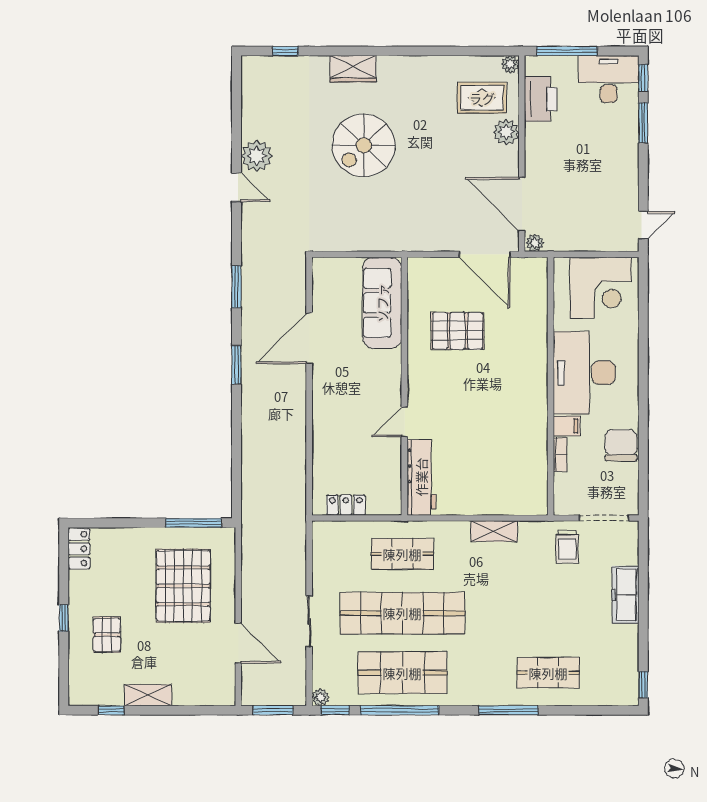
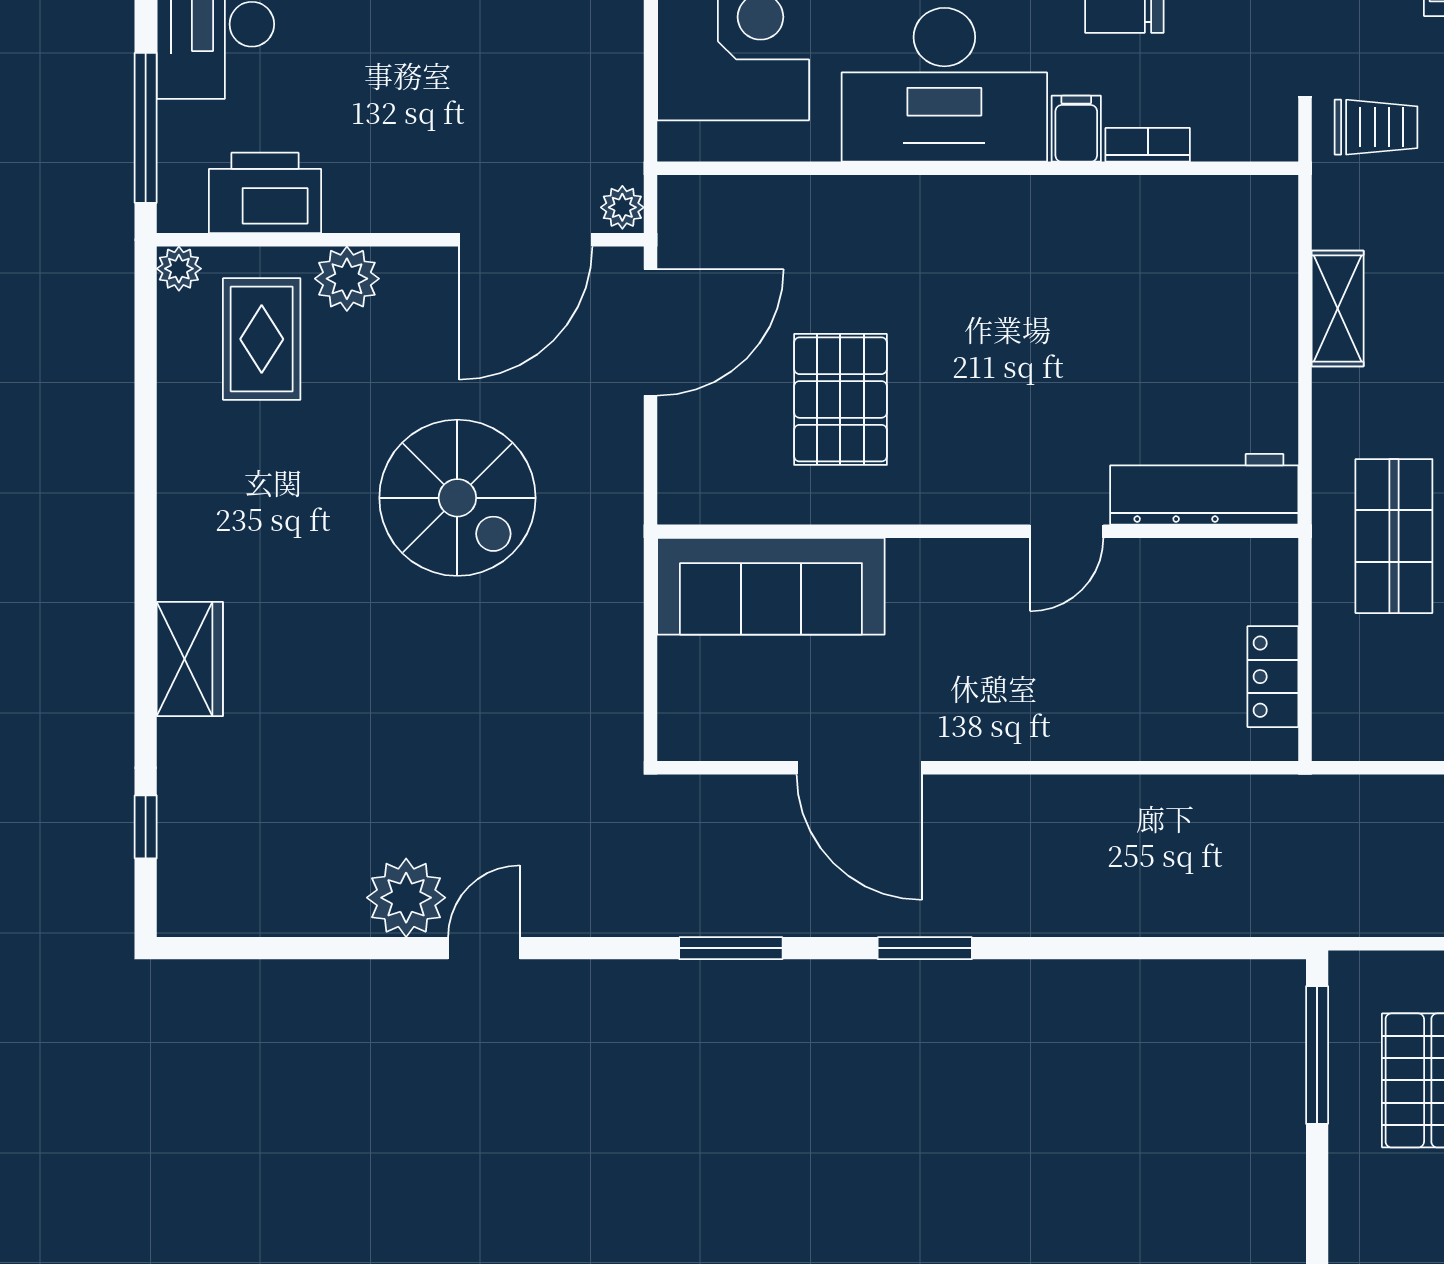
spiral stairs: (364, 145) -> (457, 498), moved
door: (404, 422) -> (1067, 531), hinge flipped

